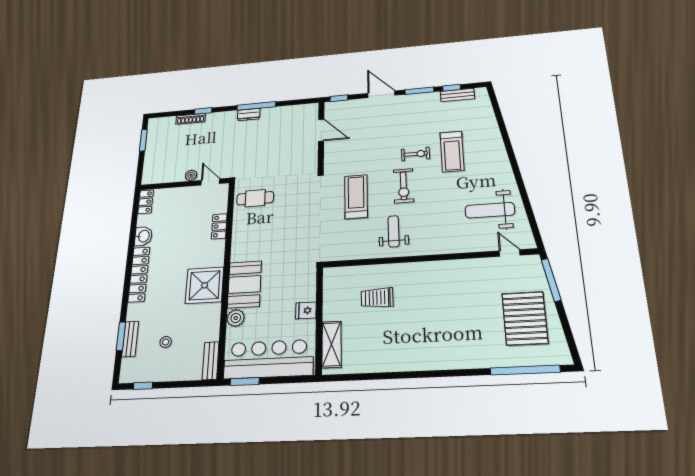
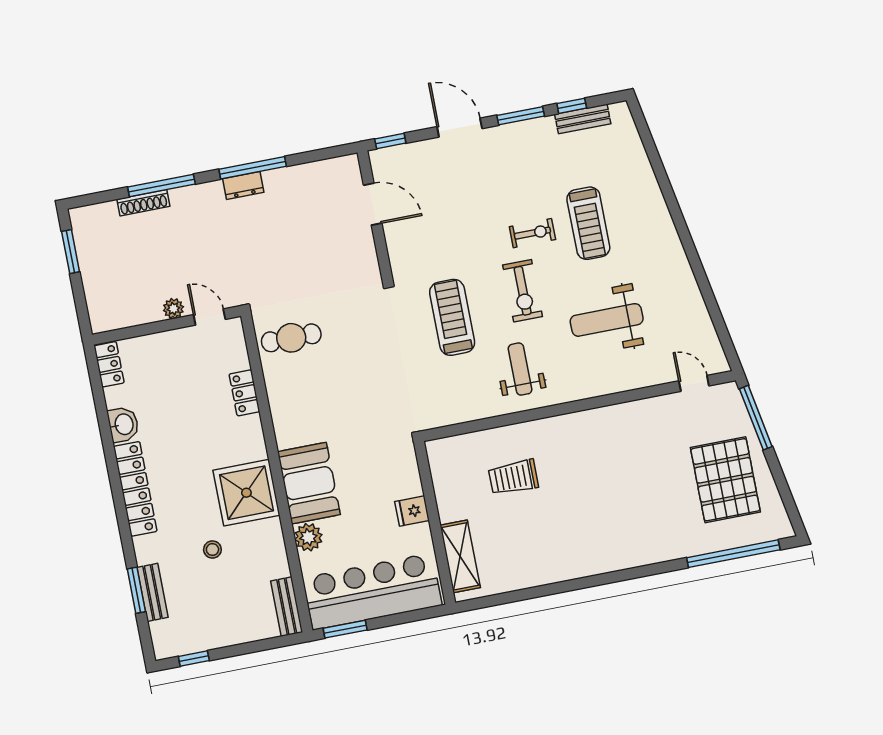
window: (203, 111) -> (161, 186), width x2.17
weight bench: (490, 210) -> (607, 320), moved
stool: (166, 342) -> (212, 549), moved

